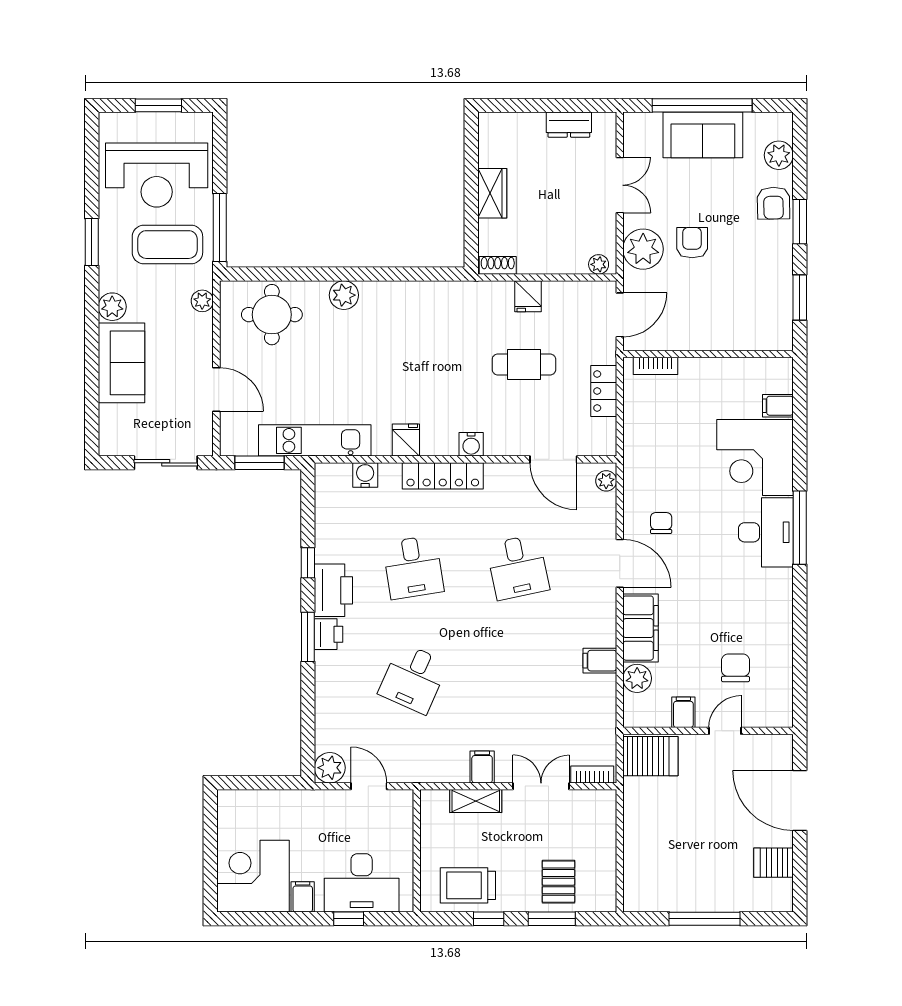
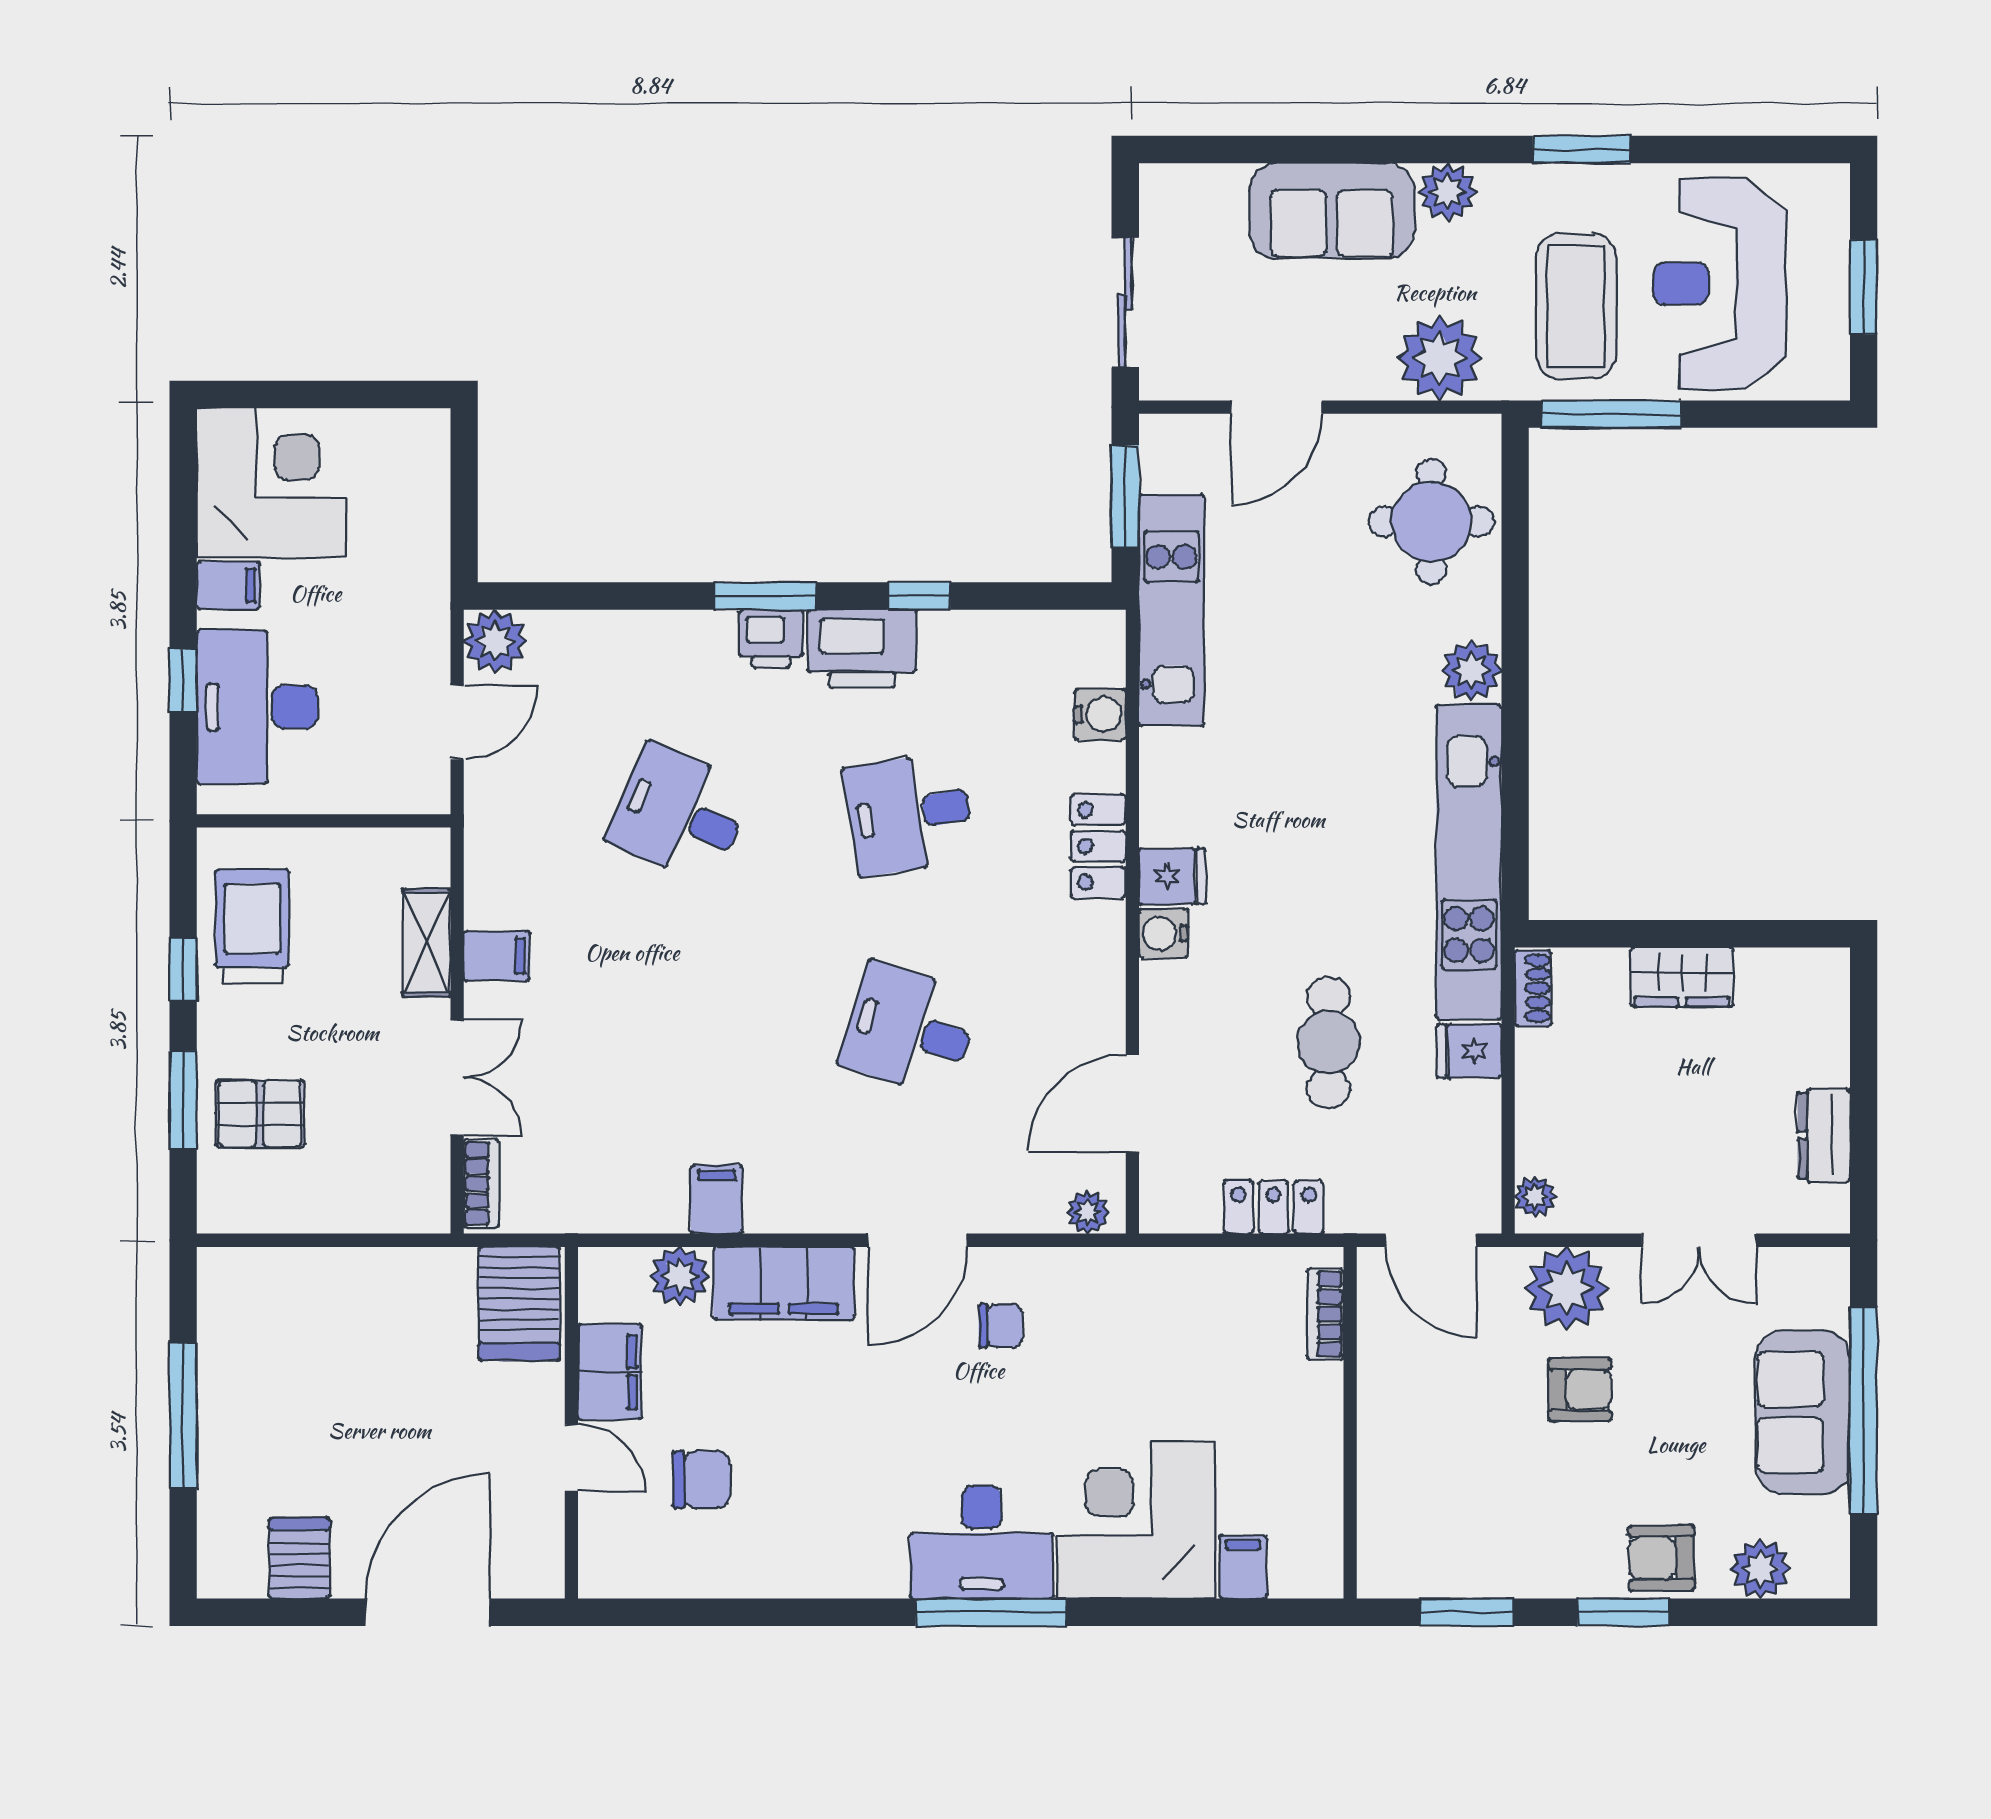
kitchen unit: (437, 296) -> (1469, 862), added
plant: (202, 301) -> (1440, 358), width x1.87, depth x1.87
fridge: (406, 440) -> (1172, 876), moved
locker: (443, 476) -> (1098, 846), width x0.66
desk: (518, 567) -> (910, 1030), turned 30
filing cabinet: (683, 712) -> (610, 1372), width x2.00

